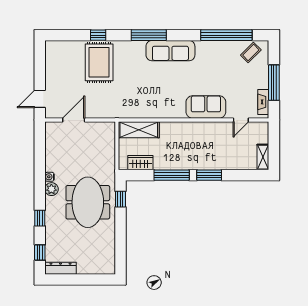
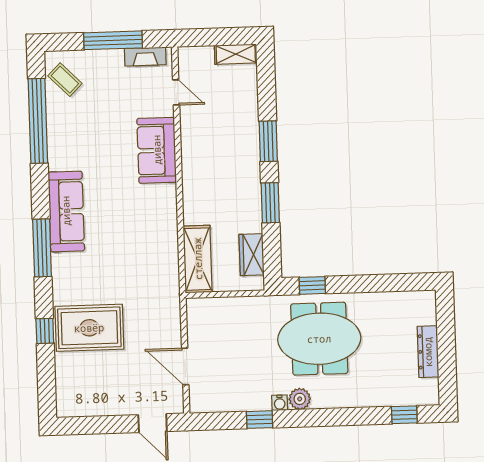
window: (172, 175) -> (270, 203), width x0.69
window: (40, 218) -> (260, 420), moved
dresser: (60, 268) -> (428, 352), moved

